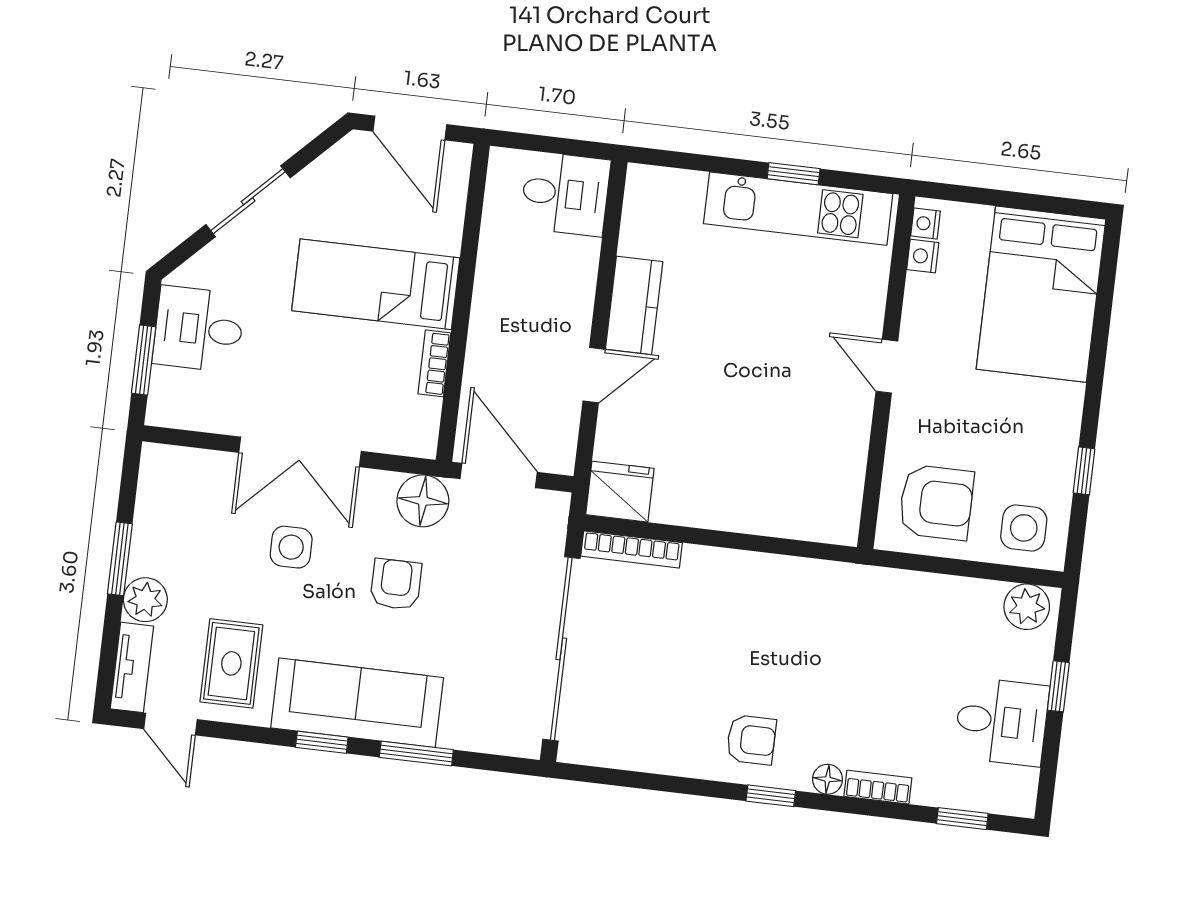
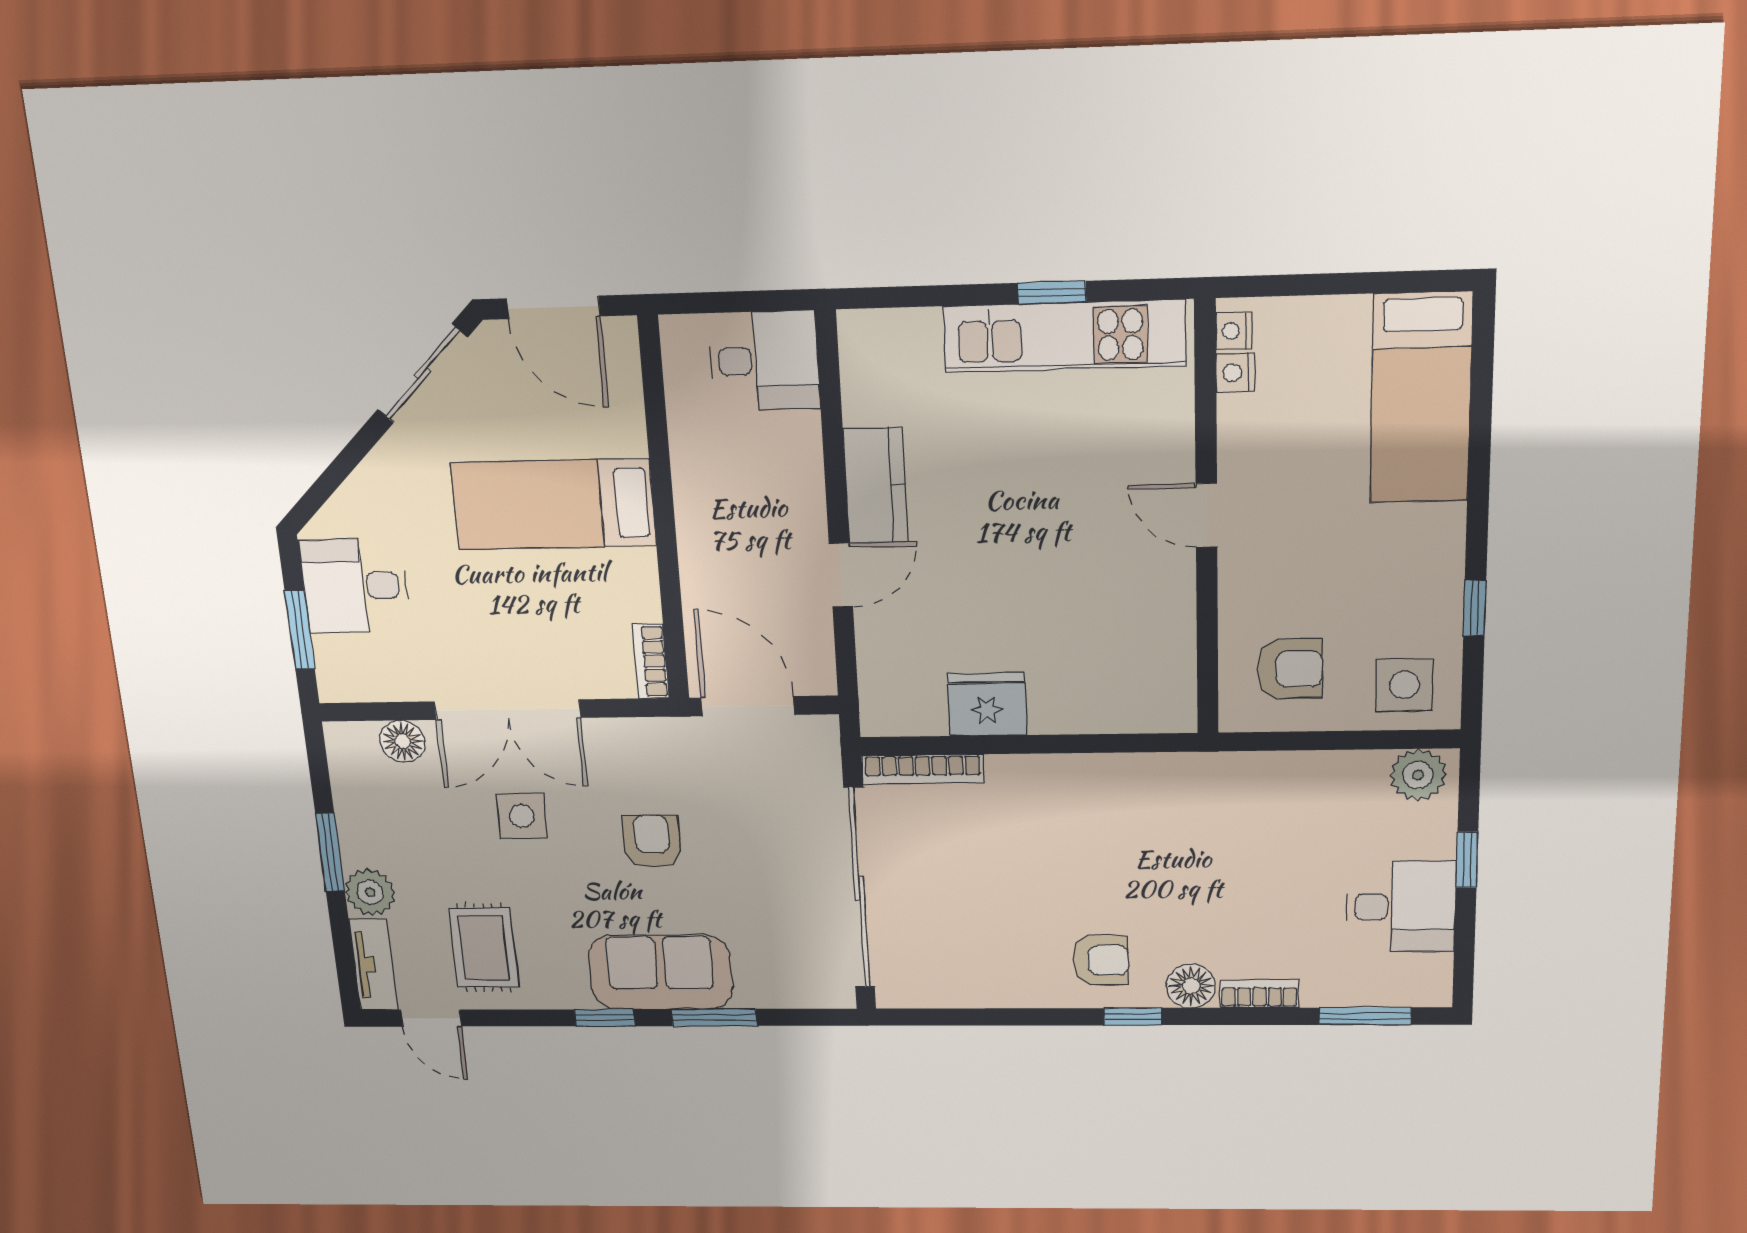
sliding door: (248, 201) -> (422, 374), moved
bed: (1041, 294) -> (1421, 398), width x0.67
bookcase: (434, 363) -> (651, 661), moved
fridge: (620, 492) -> (987, 705), moved
floor lamp: (423, 501) -> (402, 741), moved, width x0.73, depth x0.73
armchair: (936, 502) -> (1290, 669), width x0.72, depth x0.72
sofa: (357, 703) -> (661, 972), width x0.73
floor lamp: (828, 779) -> (1191, 986), width x1.37, depth x1.37
window: (962, 819) -> (1365, 1016), width x1.50

